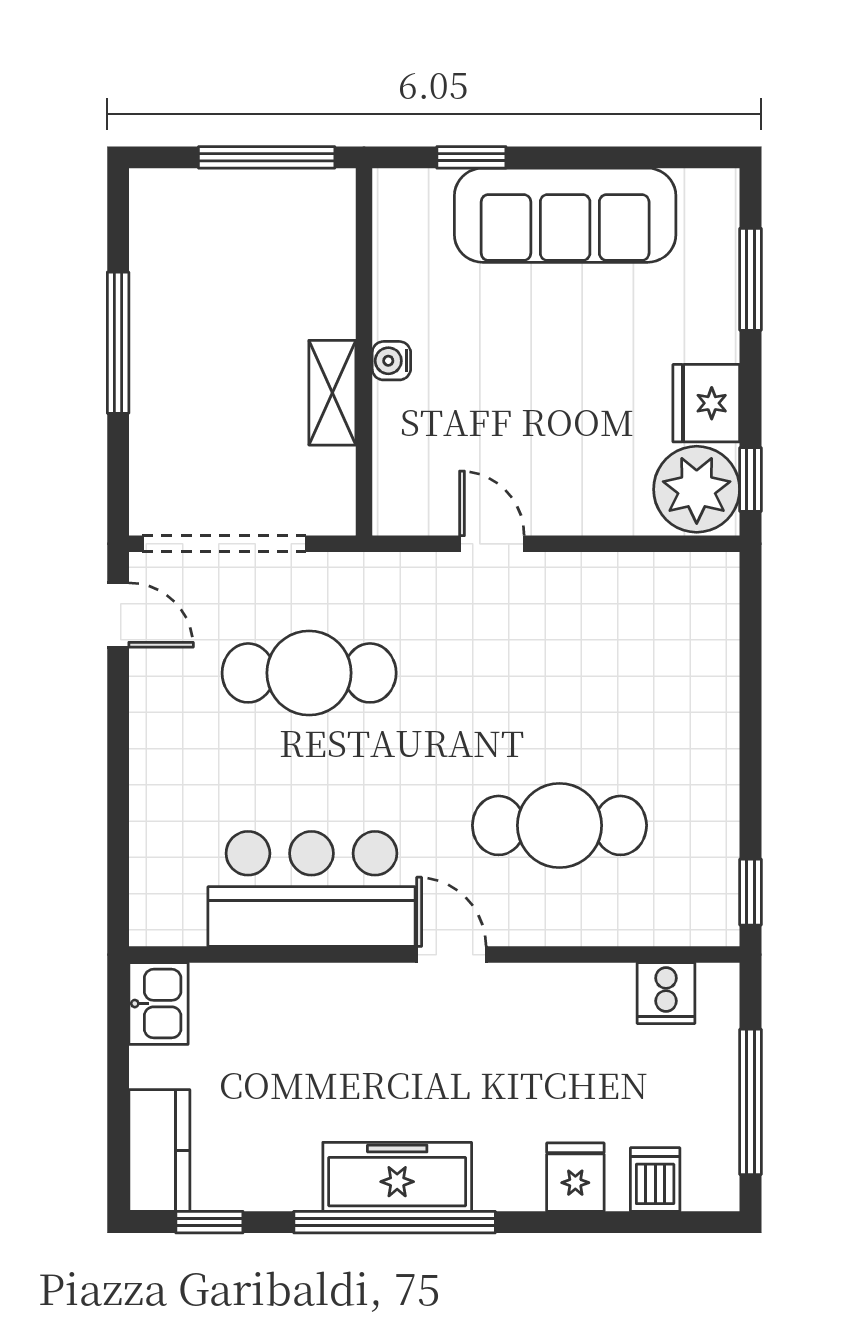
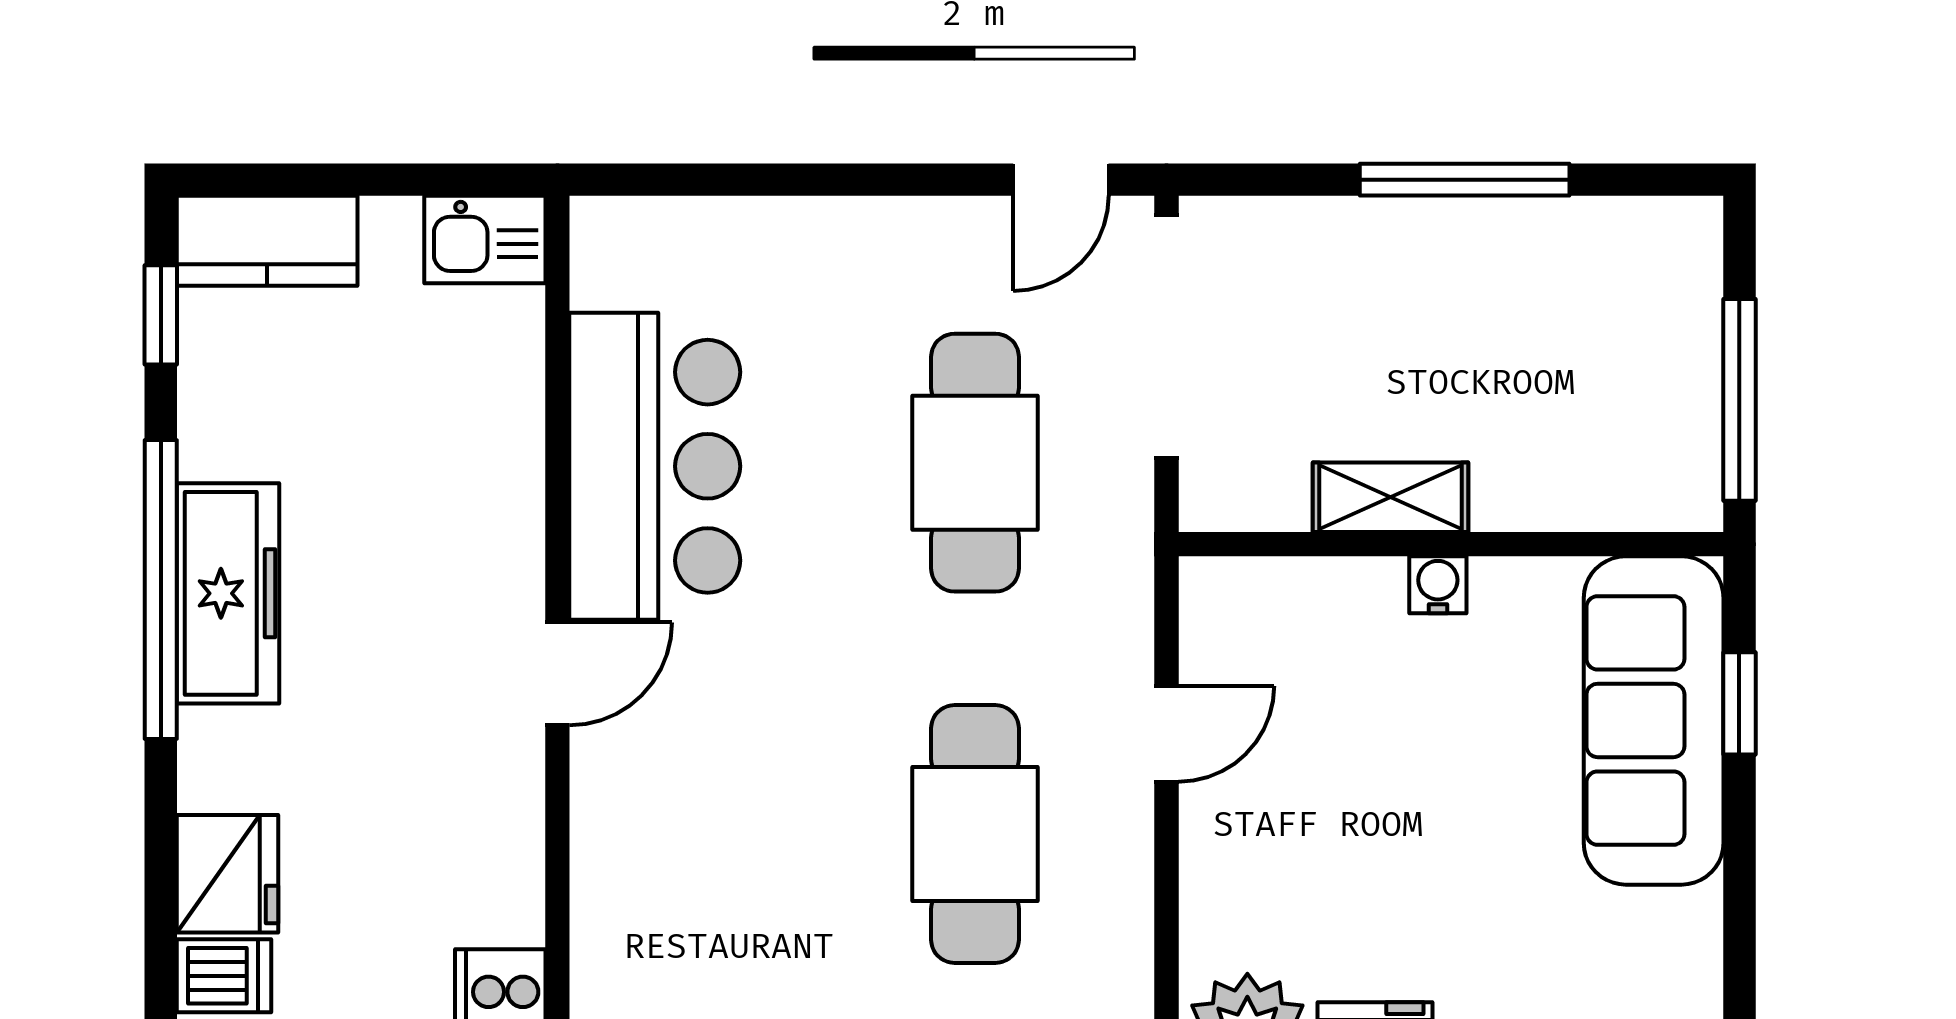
sofa: (565, 215) -> (1654, 720), moved
cafe table: (559, 825) -> (975, 834), moved
fridge: (575, 1177) -> (227, 874), width x1.38

